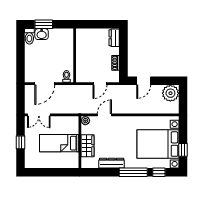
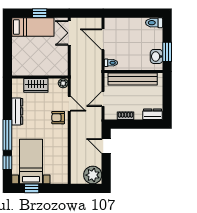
window: (44, 24) -> (167, 52), moved
washbasin: (42, 34) -> (156, 56), moved
bench: (81, 56) -> (133, 79), added
door: (100, 84) -> (103, 99), hinge flipped
armchair: (117, 125) -> (58, 118), added
bed: (59, 143) -> (33, 27), moved, turned 90
bed with nightstands: (158, 144) -> (31, 161), width x0.73

